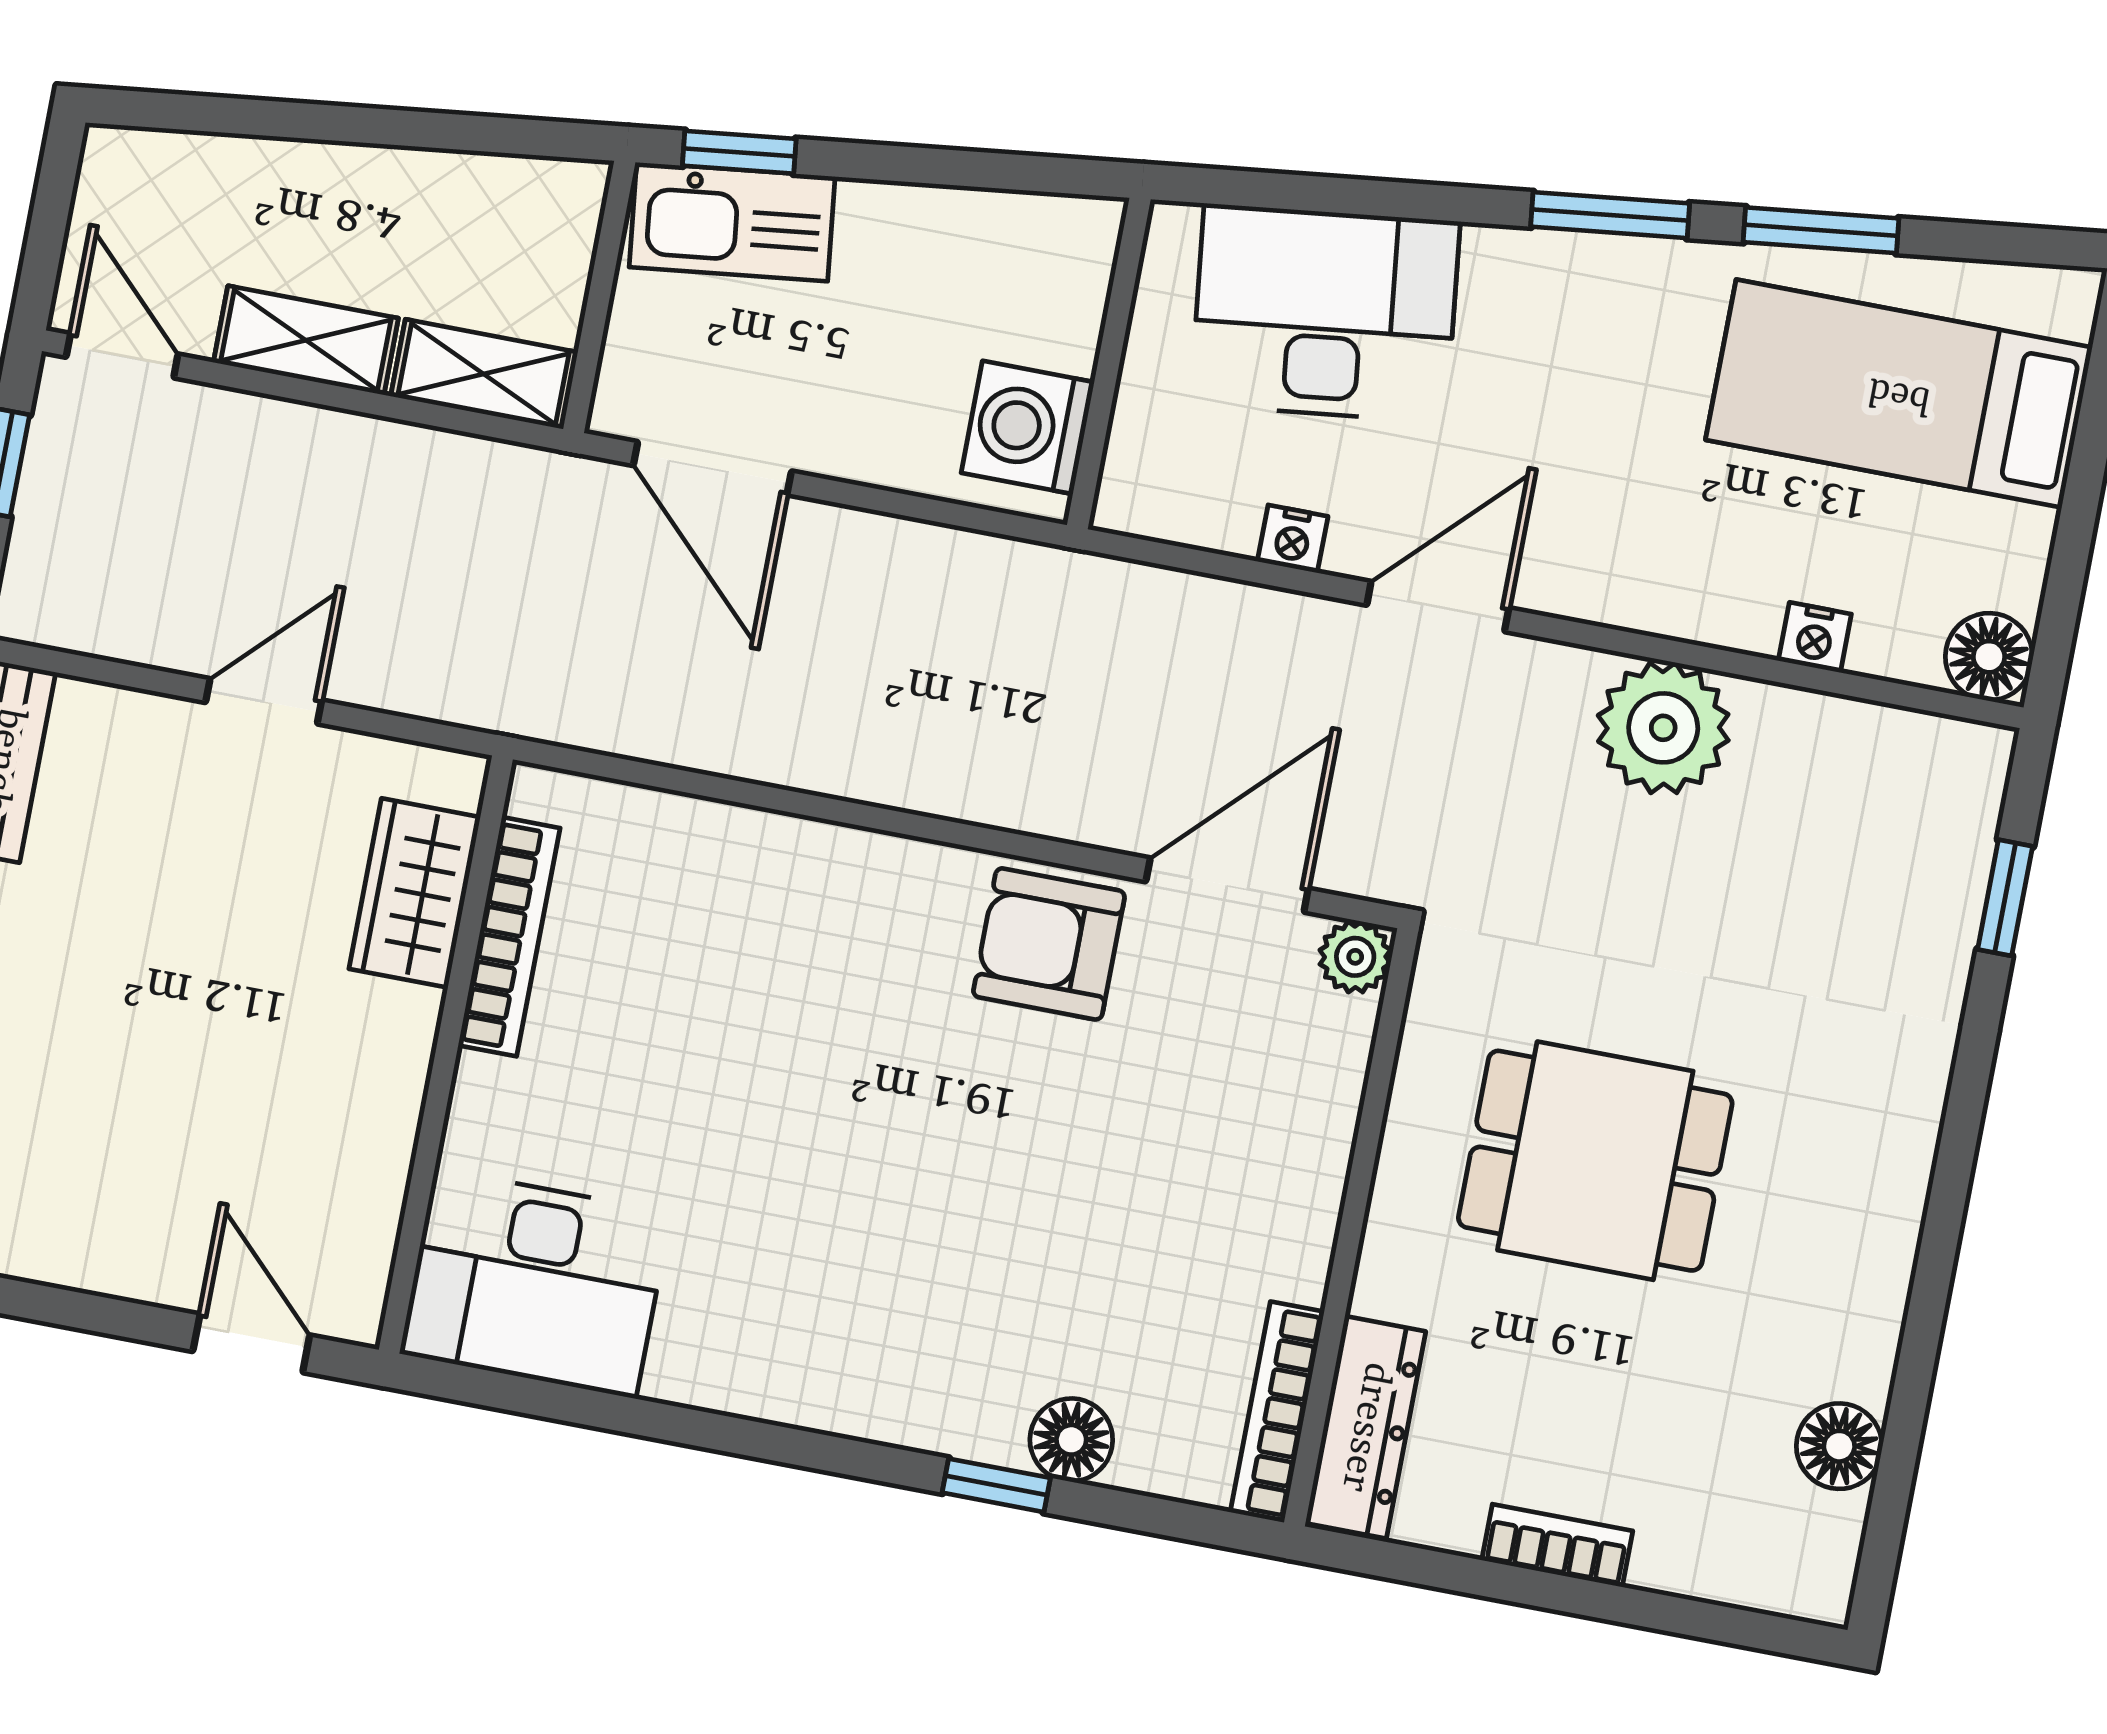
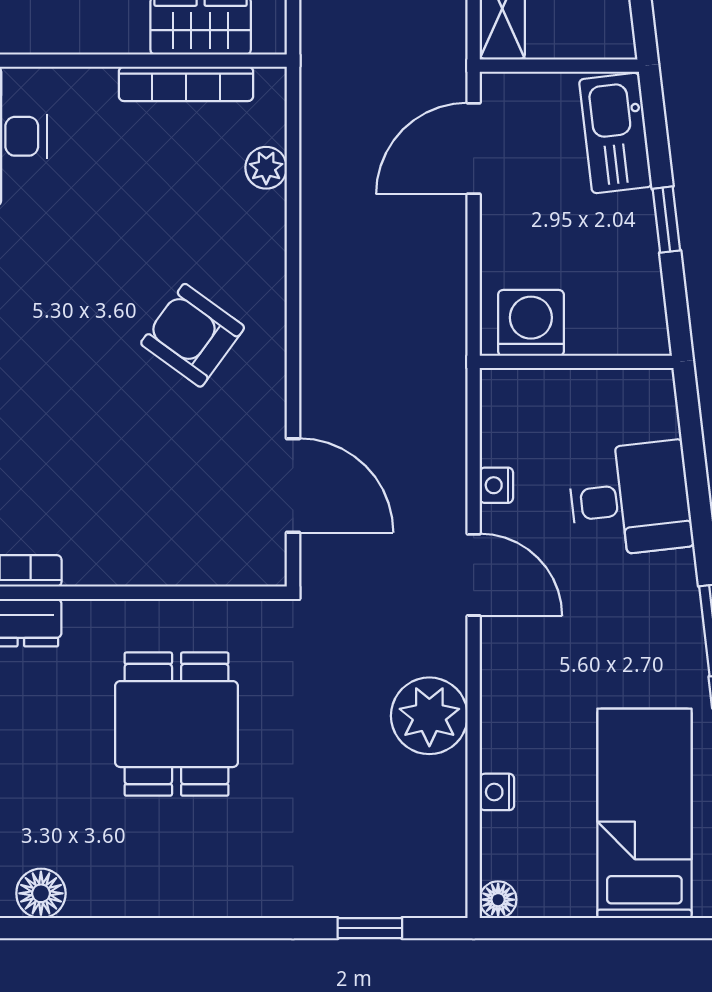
window: (739, 152) -> (666, 220), moved
desk: (1325, 313) -> (630, 499), width x0.73
floor lamp: (1989, 657) -> (498, 900), width x0.73, depth x0.73
armchair: (1049, 944) -> (193, 335), moved, turned -54
plant: (1355, 957) -> (266, 168), moved

